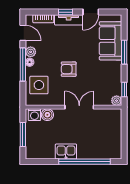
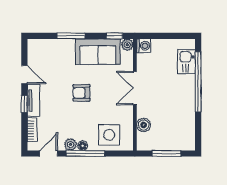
sofa: (111, 41) -> (98, 52), moved
armchair: (69, 69) -> (81, 93), moved, turned 90
washing machine: (34, 115) -> (144, 46), moved
kitchen sink: (66, 152) -> (186, 62), moved

